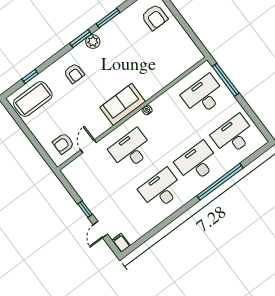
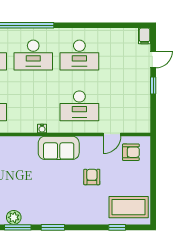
plant: (93, 42) -> (14, 217), moved
armchair: (74, 73) -> (92, 177), moved

